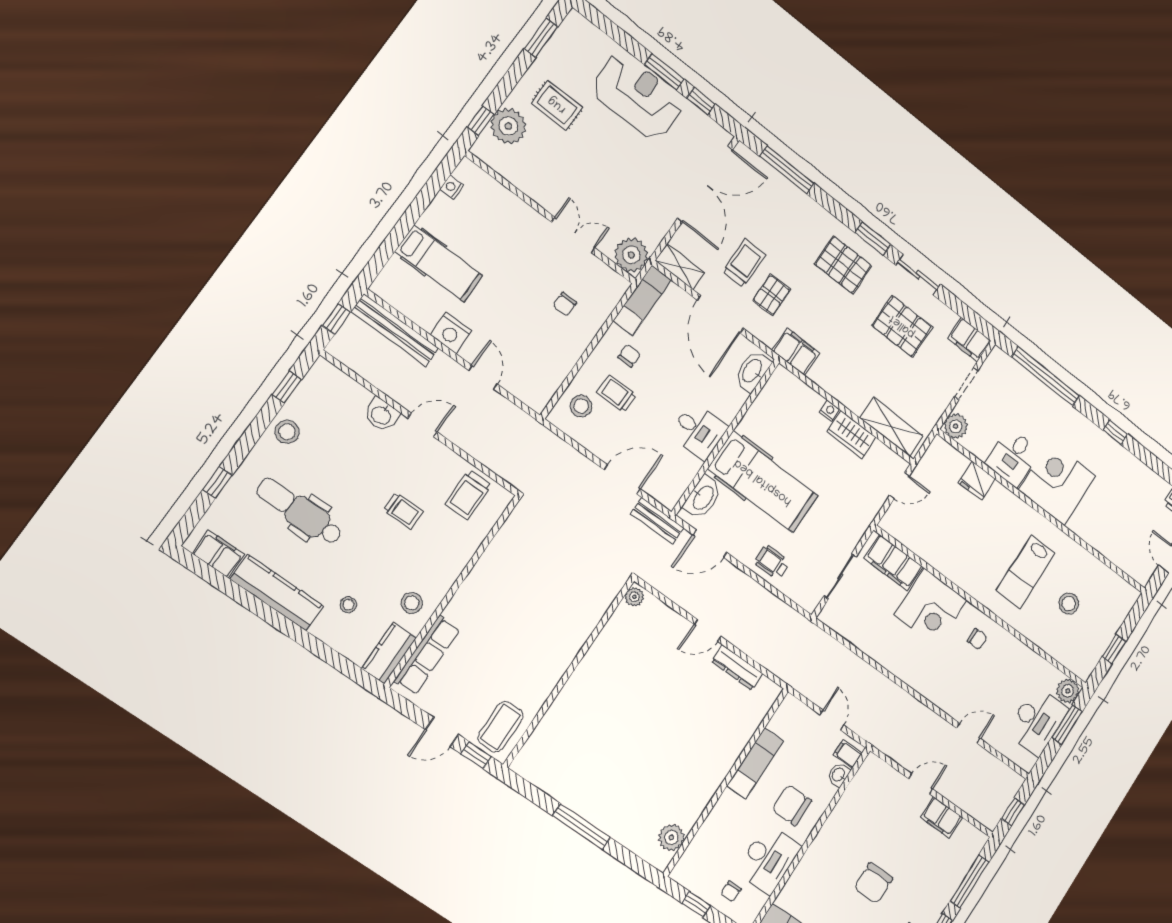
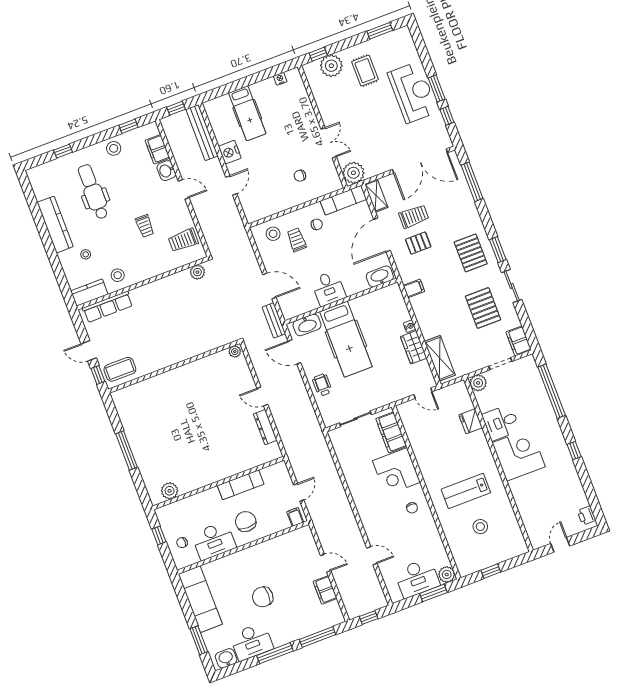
filing cabinet: (796, 352) -> (414, 288), width x0.50
plant: (516, 525) -> (197, 272), added
filing cabinet: (218, 554) -> (157, 149), moved, turned 180
washbasin: (839, 775) -> (283, 524), removed

